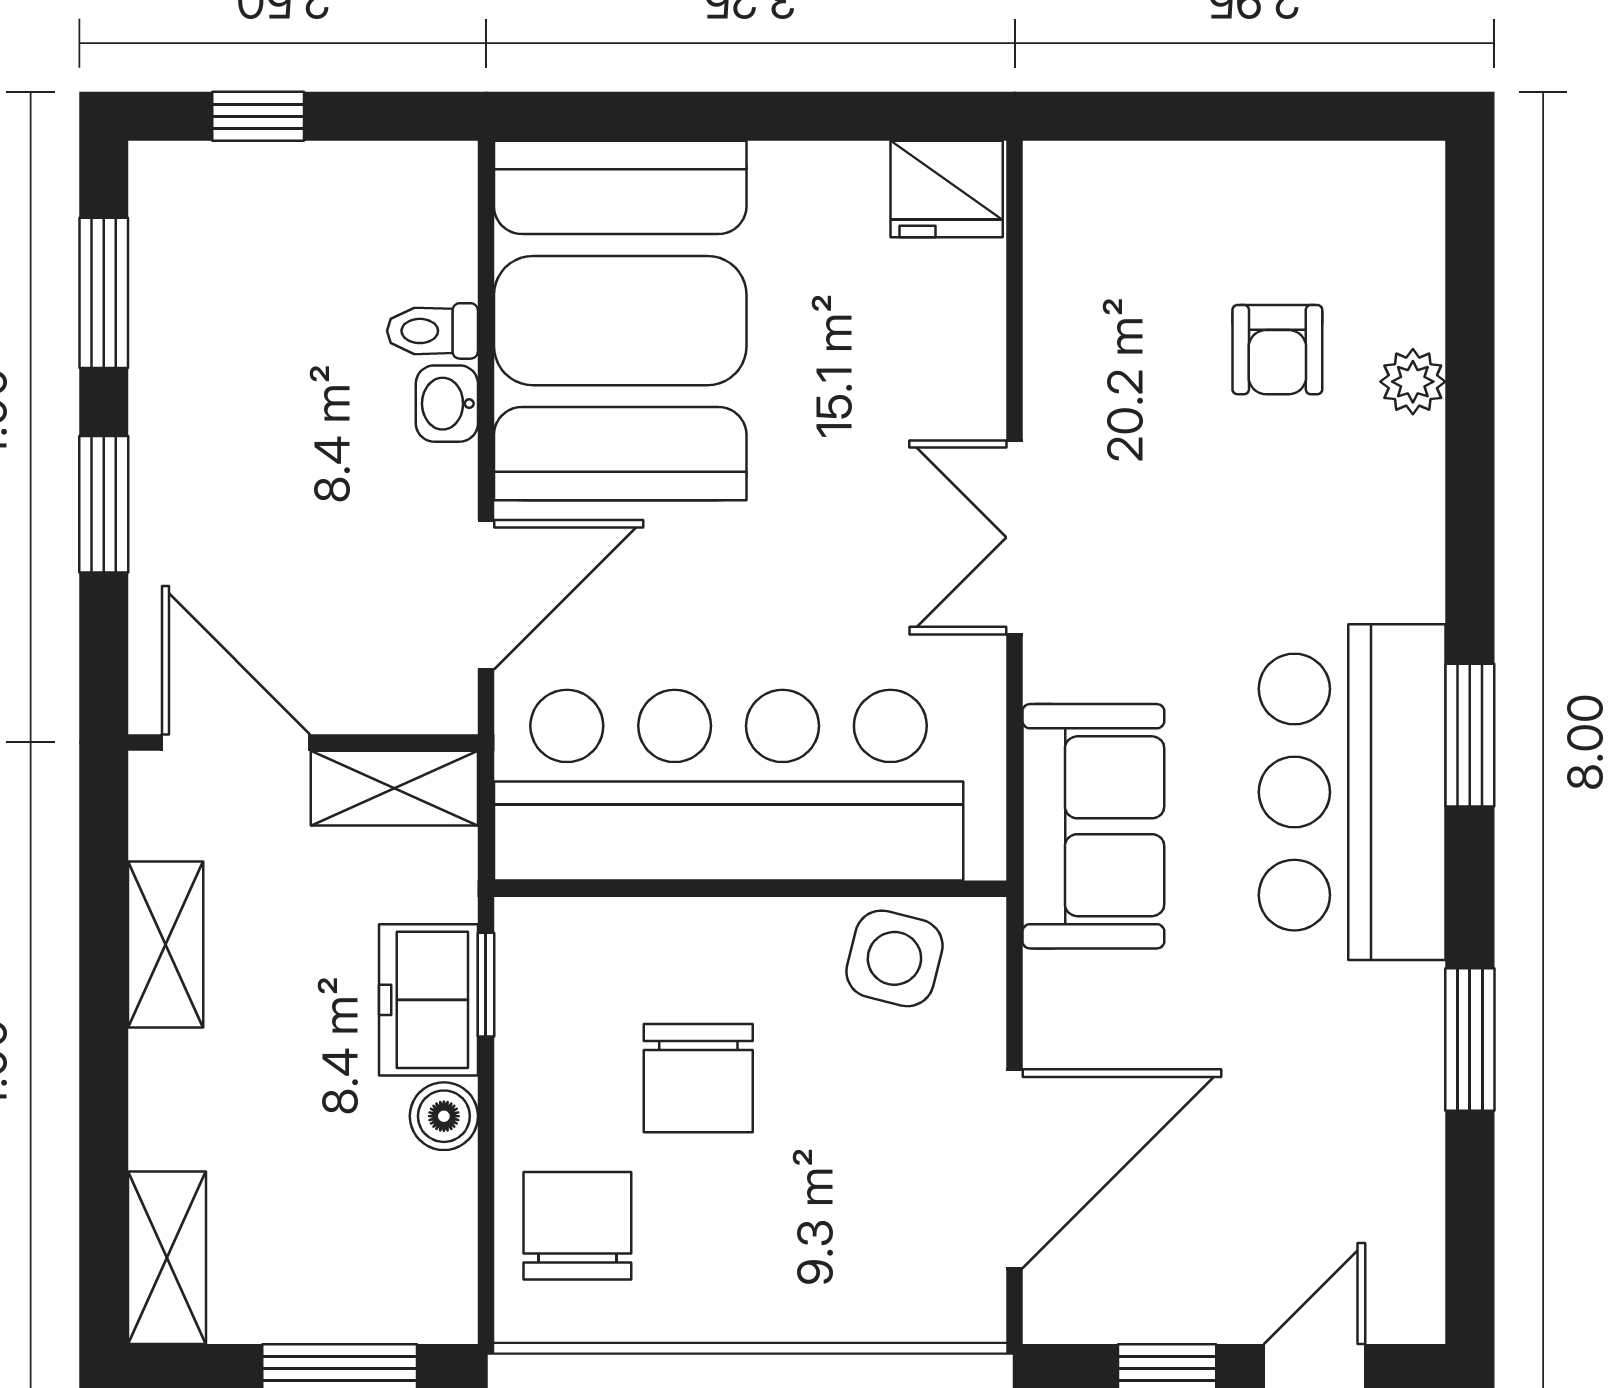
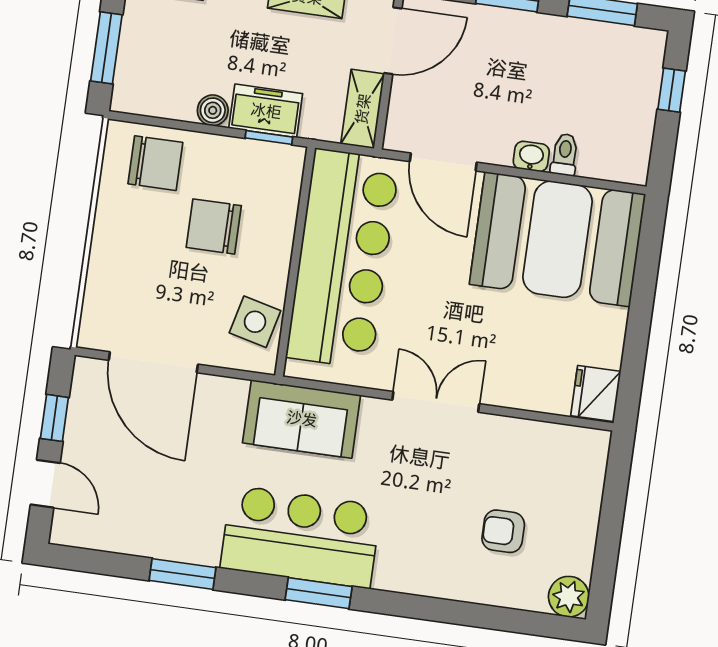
plant: (1413, 382) -> (569, 597), moved, width x1.38, depth x1.38

